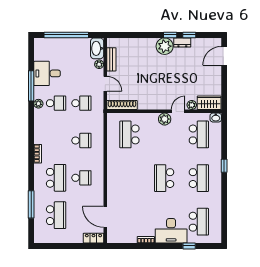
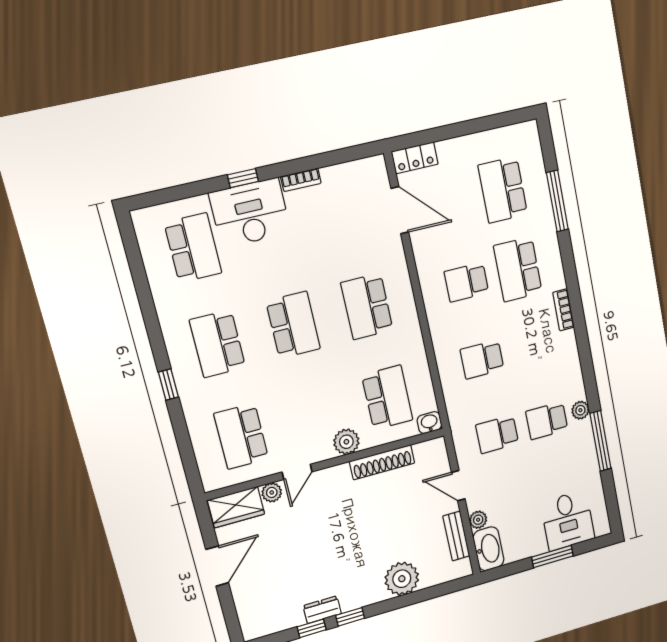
window: (66, 35) -> (552, 557), width x0.47
plant: (165, 46) -> (402, 579), moved
door: (224, 56) -> (217, 566), moved
desk: (47, 73) -> (568, 521), moved, turned 90
shoe rack: (122, 105) -> (382, 462), moved
washbasin: (216, 118) -> (429, 423), moved
plant: (165, 119) -> (346, 442), moved
school desk: (129, 178) -> (367, 306), added
school desk: (199, 222) -> (193, 248), turned 180
window: (189, 246) -> (243, 178), moved

